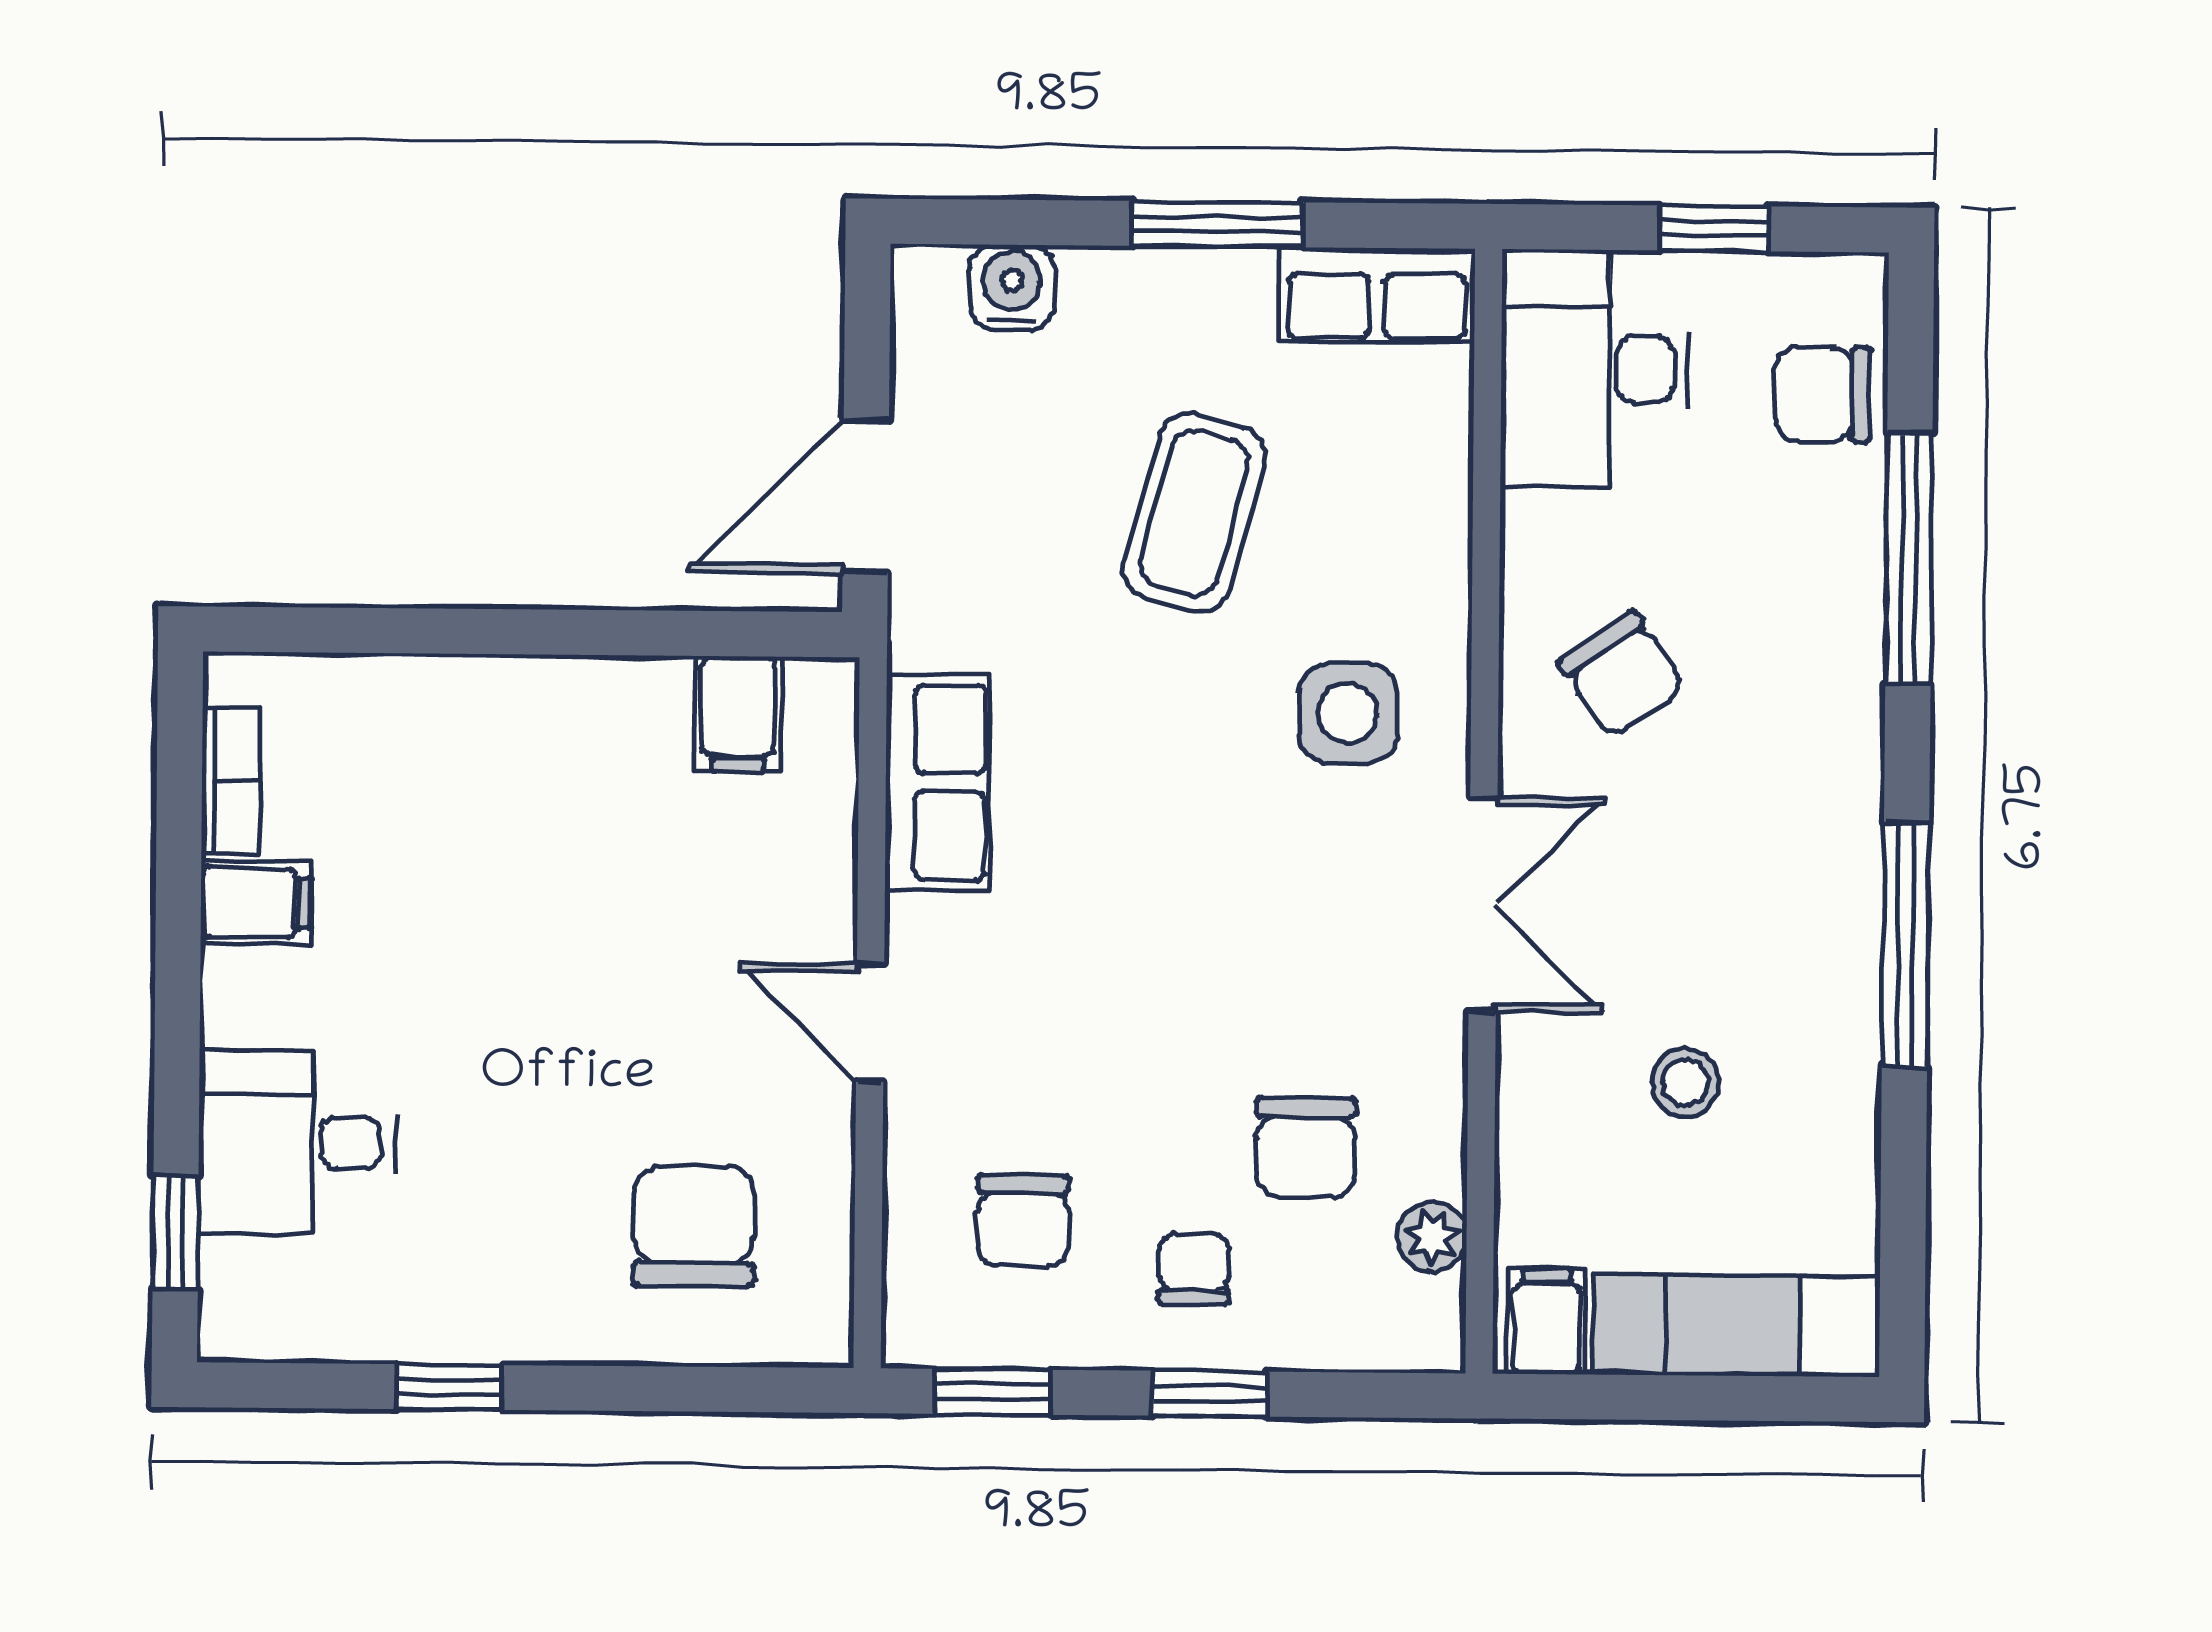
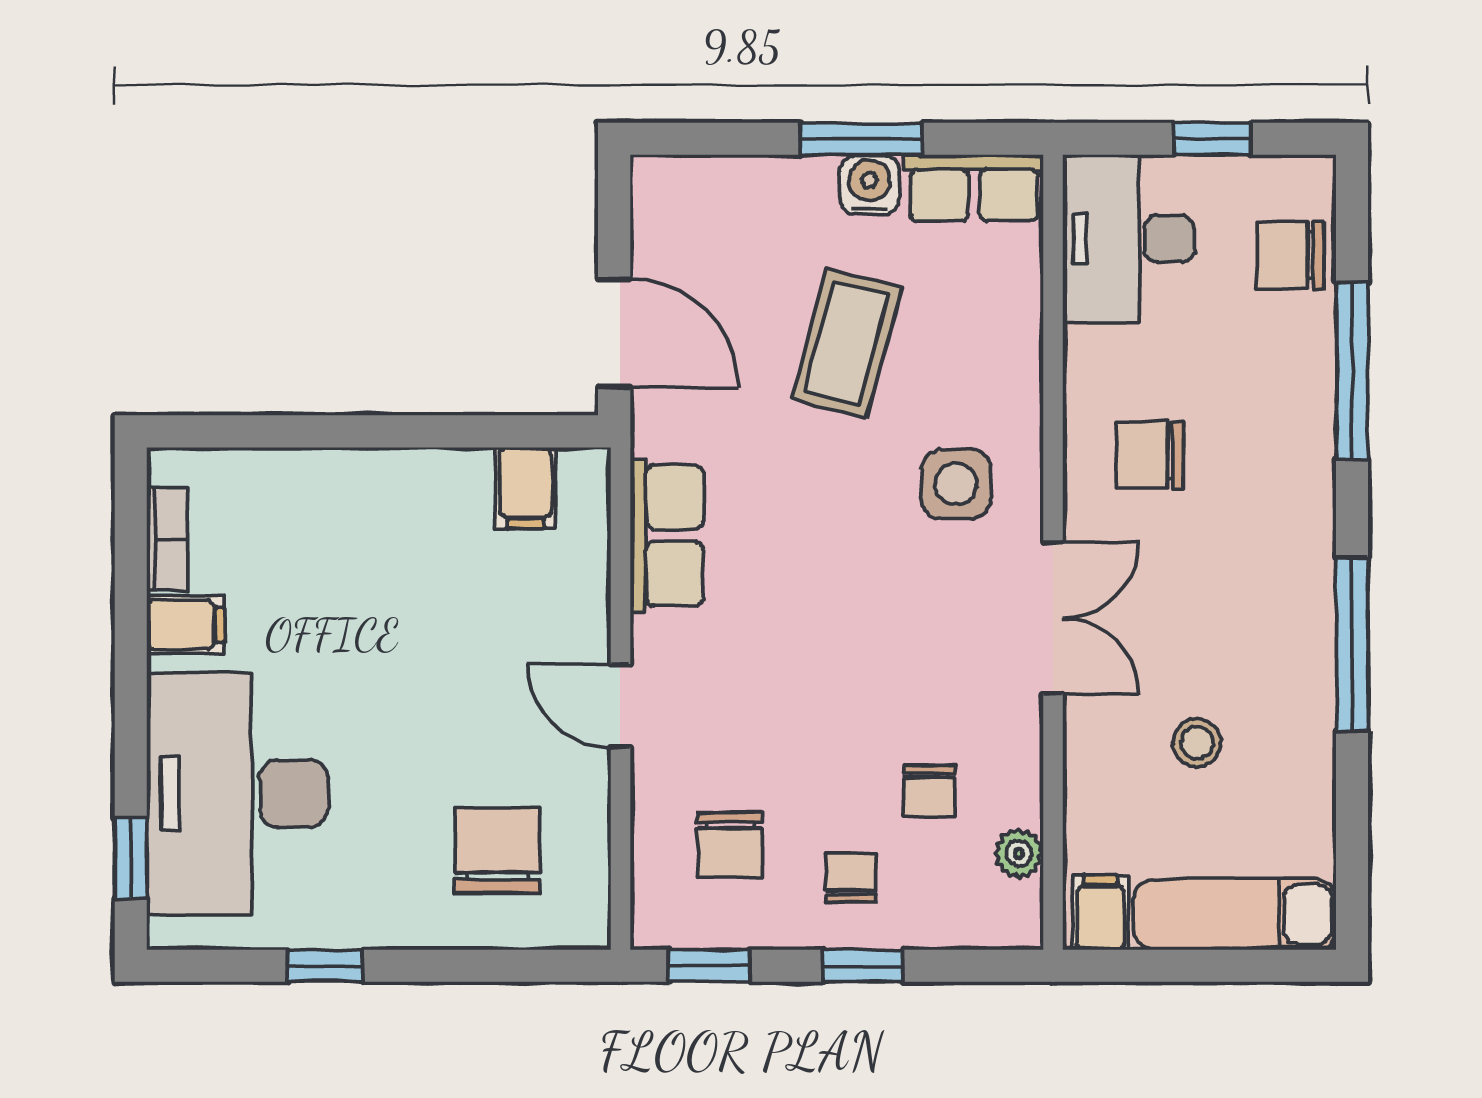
water cooler: (1012, 287) -> (869, 185), moved
door: (866, 496) -> (614, 333), swing flipped
chair: (1622, 674) -> (1150, 455), turned 125
desk: (298, 1143) -> (237, 794), width x1.87, depth x1.30
chair: (1306, 1147) -> (929, 791), width x0.73, depth x0.73

